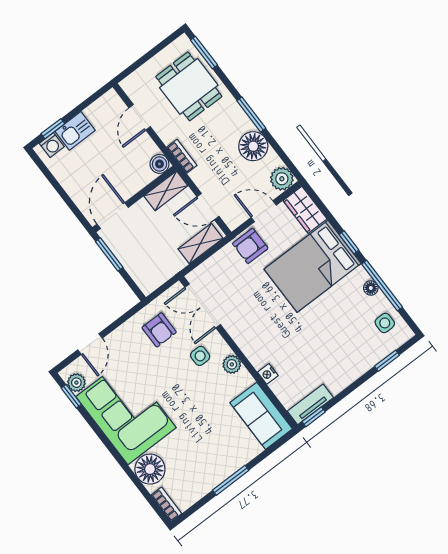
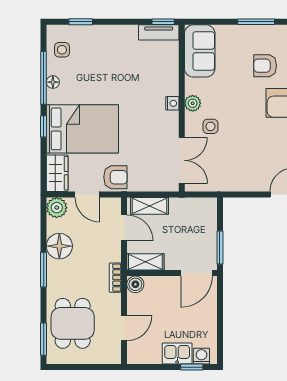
armchair: (159, 330) -> (265, 66), moved, turned -90
nightstand: (268, 374) -> (172, 103), moved

